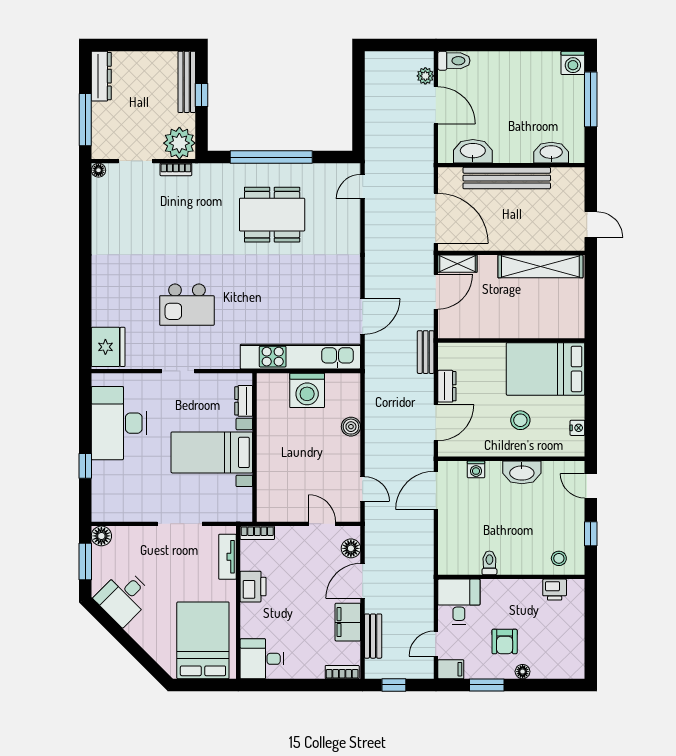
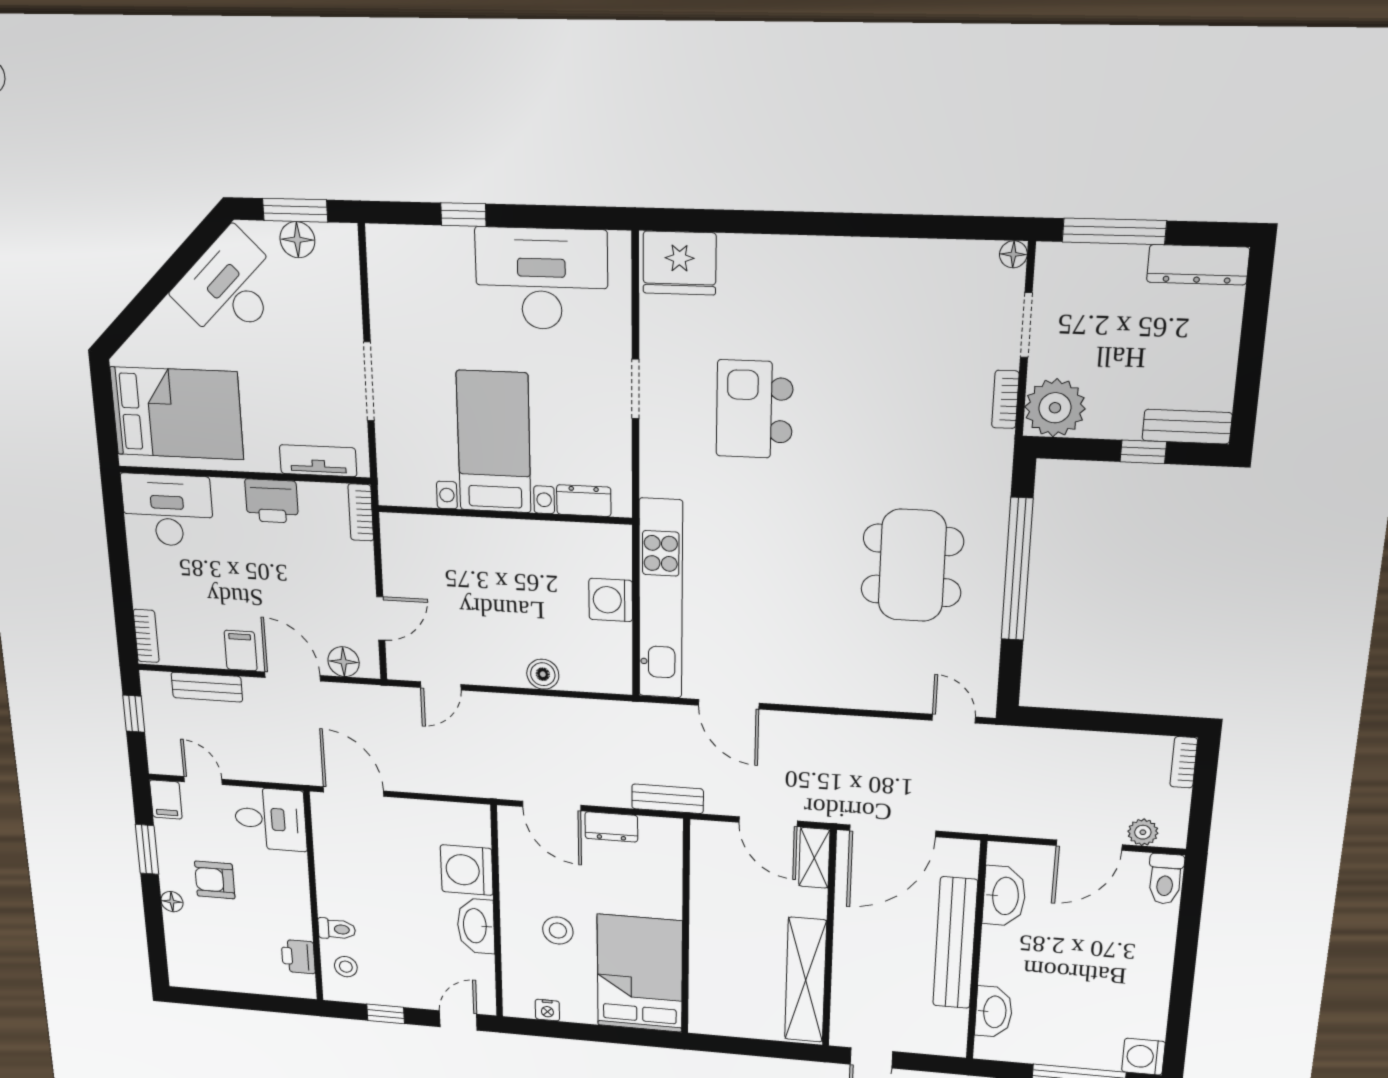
bookcase: (380, 57) -> (1184, 762), added
bench: (187, 82) -> (1187, 427), width x0.73
washing machine: (307, 390) -> (611, 600), width x0.73, depth x0.73
washing machine: (476, 469) -> (467, 870), width x1.89, depth x1.89
door: (436, 491) -> (353, 792), moved
floor lamp: (101, 536) -> (297, 240), moved
toilet: (489, 563) -> (337, 929), moved
desk: (124, 597) -> (230, 288), width x1.37
filing cabinet: (348, 622) -> (241, 651), width x0.50
desk: (262, 659) -> (168, 510), width x1.37

